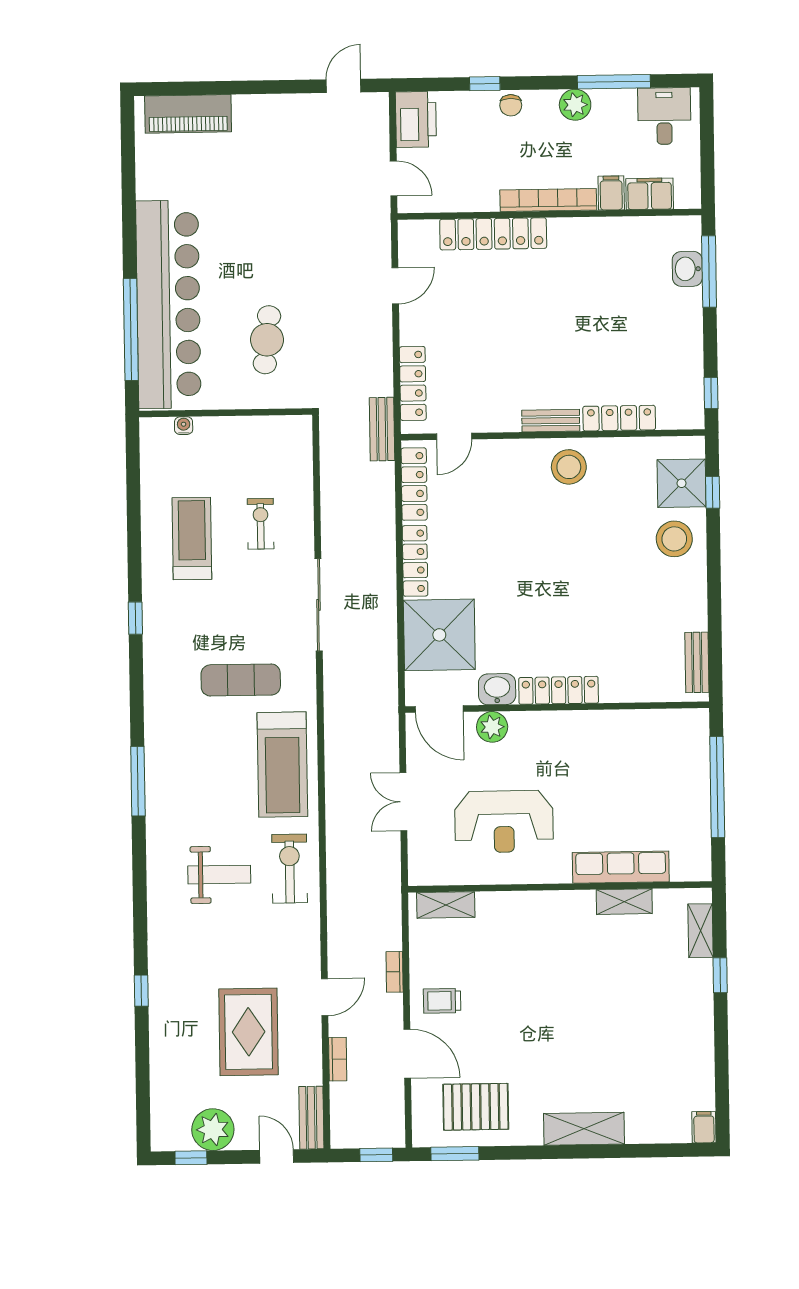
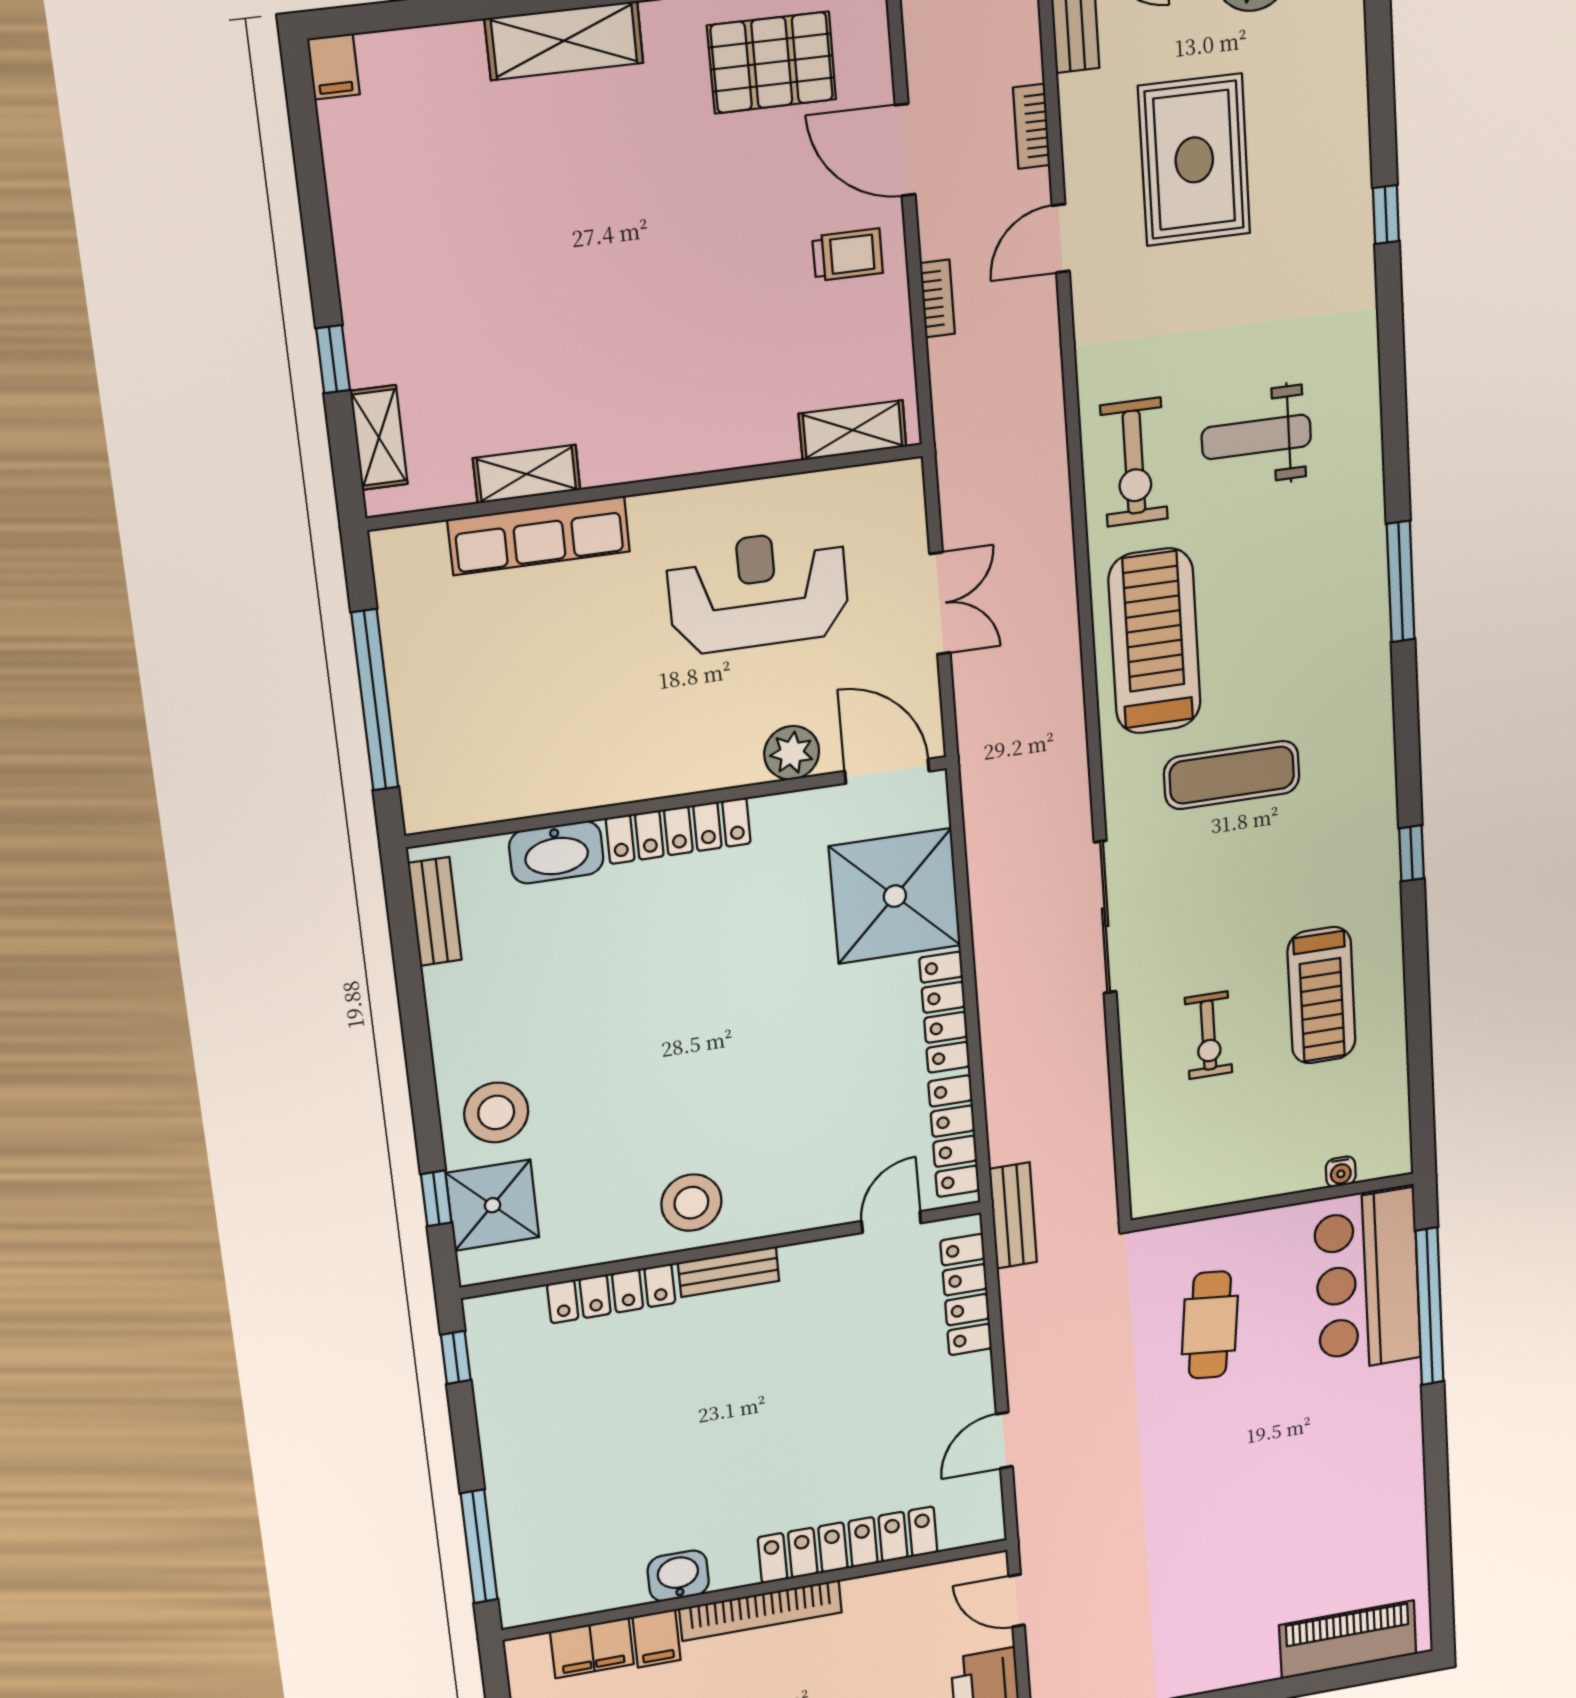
washbasin: (687, 269) -> (678, 1576), moved, turned -90
bar counter: (168, 304) -> (1367, 1281), width x0.54
washbasin: (497, 689) -> (556, 852), moved, width x1.38

